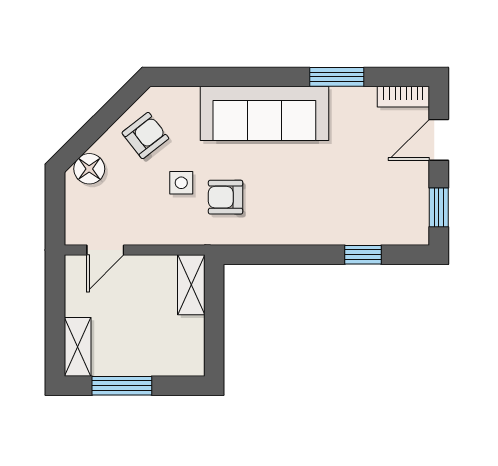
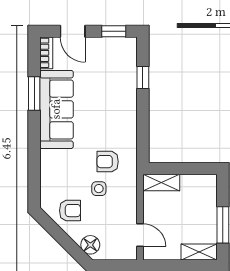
sofa: (264, 113) -> (56, 109), moved
armchair: (145, 136) -> (70, 211), turned 128
armchair: (226, 197) -> (108, 162), turned 90

